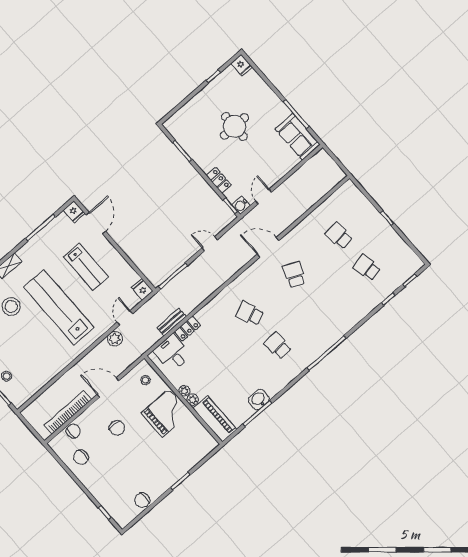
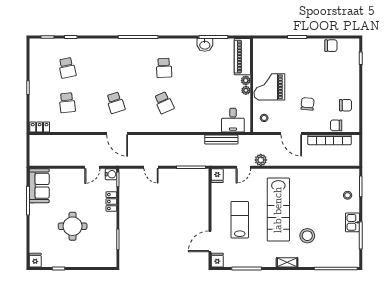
school desk: (294, 275) -> (116, 103), turned -42
bench: (172, 322) -> (221, 140), width x1.36
locker: (187, 329) -> (40, 127), moved

